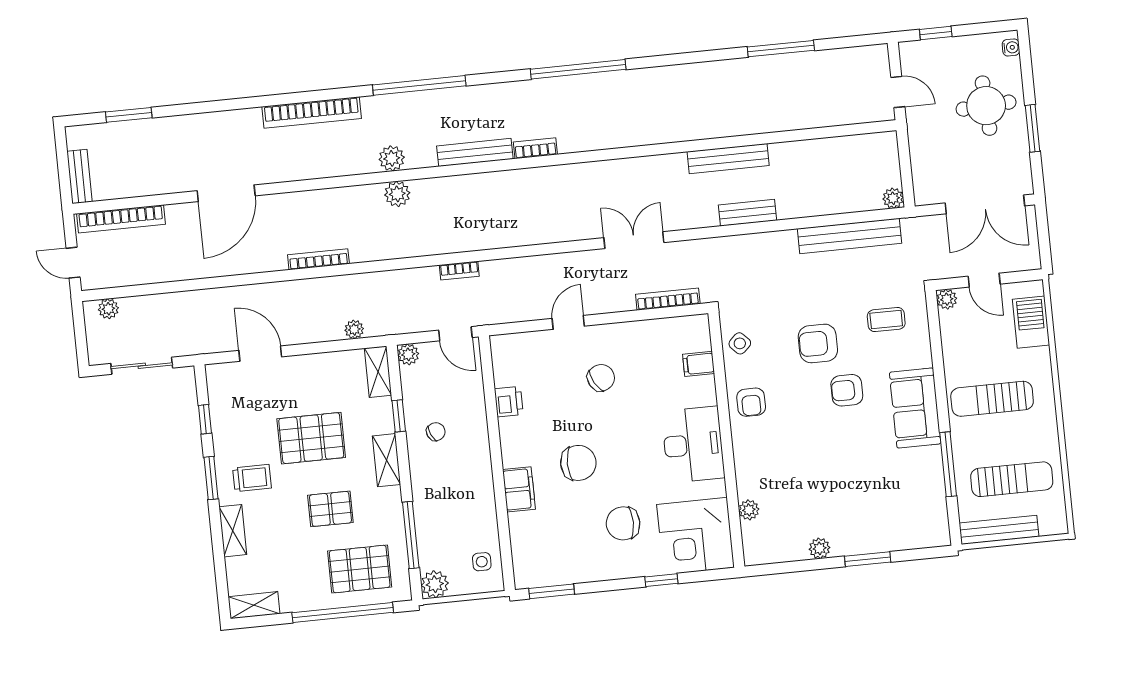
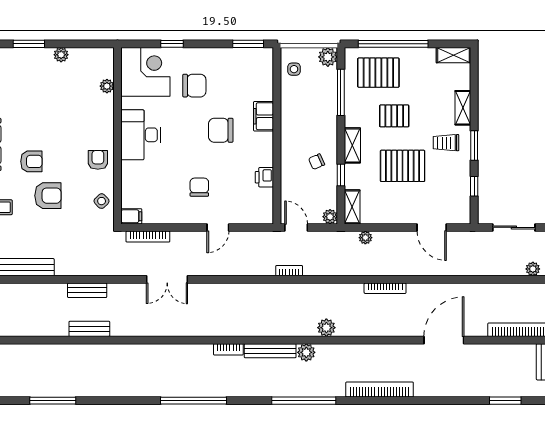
plant: (392, 158) -> (306, 352), moved
bench: (728, 159) -> (89, 329), width x0.73
filing cabinet: (699, 364) -> (131, 216), moved
chair: (601, 378) -> (199, 187), turned 119

